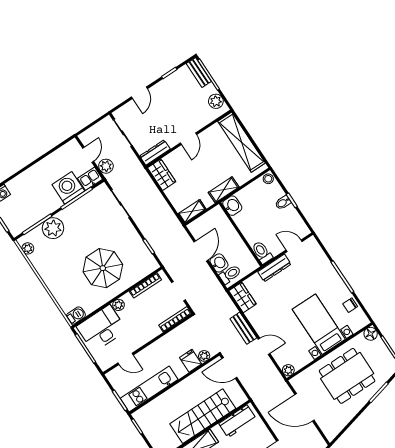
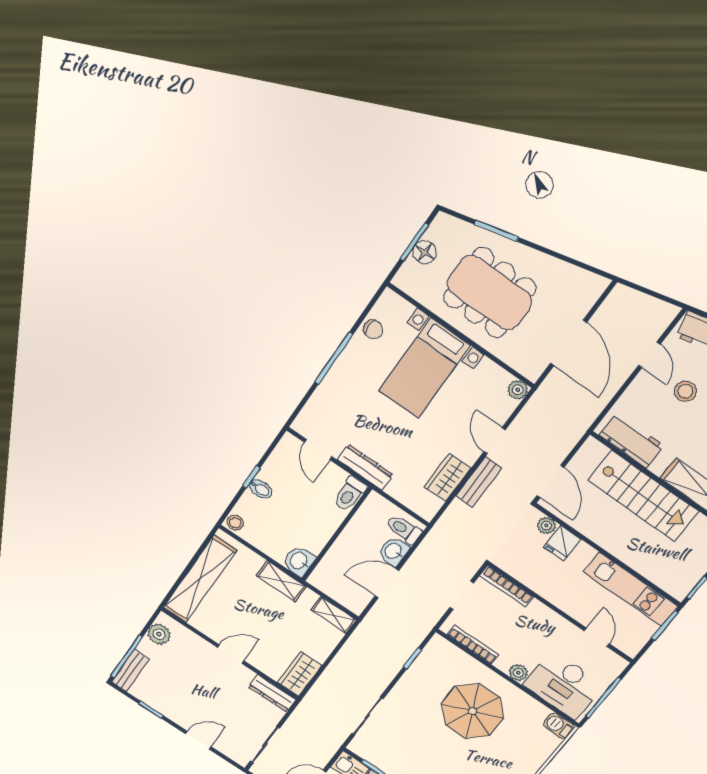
plant: (106, 166) -> (323, 752), removed
wardrobe: (243, 297) -> (448, 477), moved
floor lamp: (371, 334) -> (425, 252), moved

